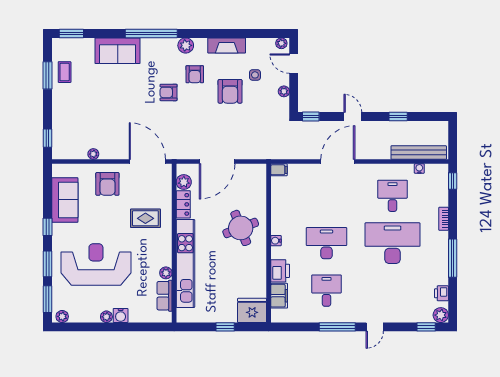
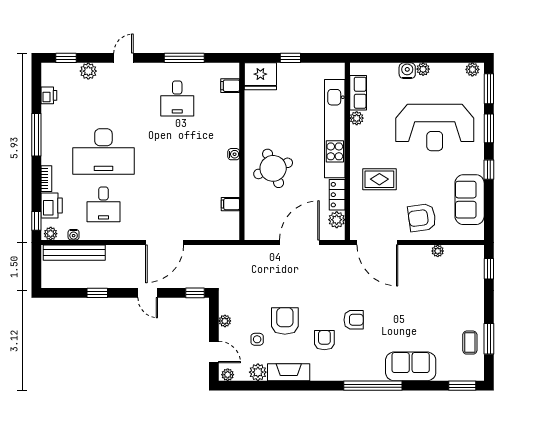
plant: (186, 45) -> (258, 372), moved
filing cabinet: (279, 170) -> (230, 204), moved
plant: (440, 170) -> (51, 234), added
armchair: (107, 184) -> (422, 218), turned -98
desk: (326, 243) -> (177, 151), removed
printer: (280, 271) -> (52, 205), moved, turned 180
filing cabinet: (279, 296) -> (230, 86), width x0.50
plant: (441, 315) -> (88, 71), moved
window: (337, 327) -> (184, 58), moved

